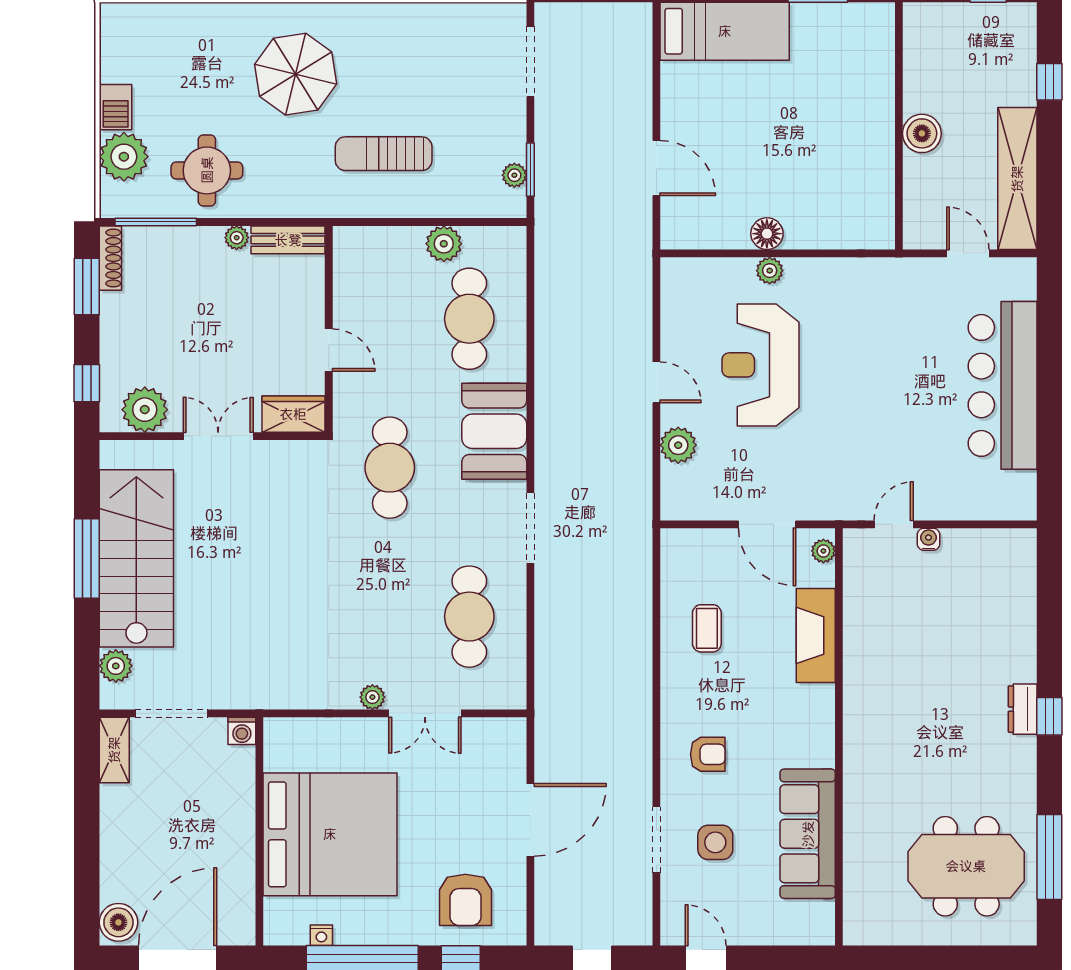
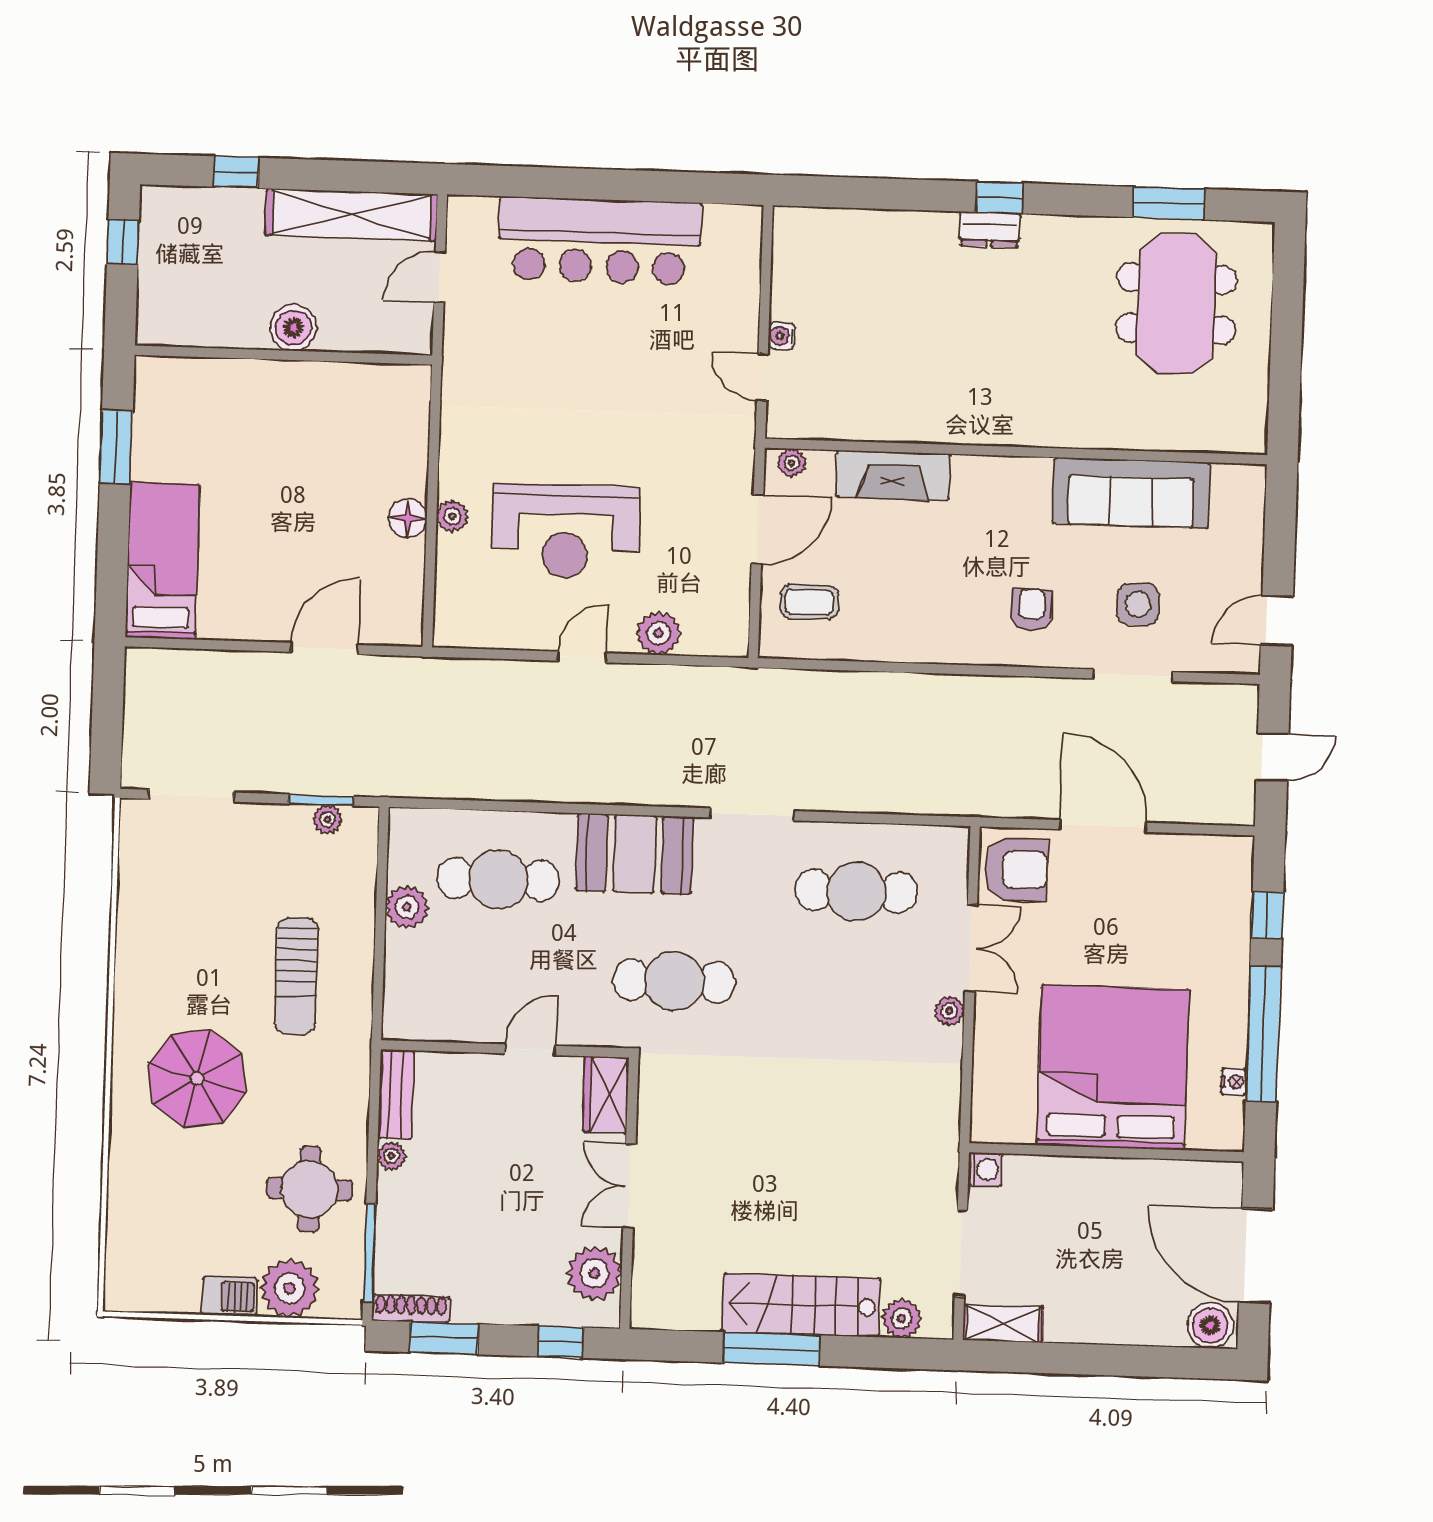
stairs: (136, 558) -> (801, 1305), width x0.73, depth x0.66
coffee table: (707, 628) -> (809, 602), moved
window: (1049, 857) -> (1169, 203), width x0.69
armchair: (465, 900) -> (1016, 870), moved

